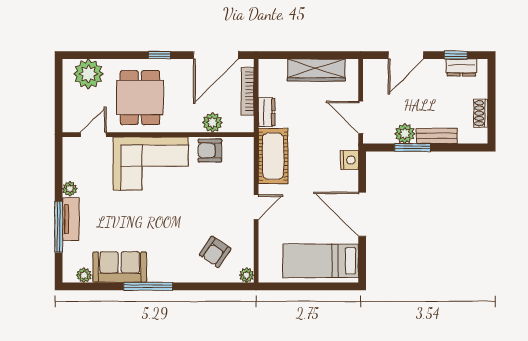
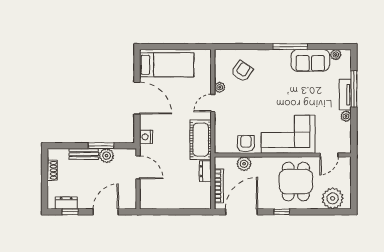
wardrobe: (316, 70) -> (170, 201), removed
armchair: (210, 151) -> (246, 144), turned -90
plant: (247, 275) -> (220, 87), moved

